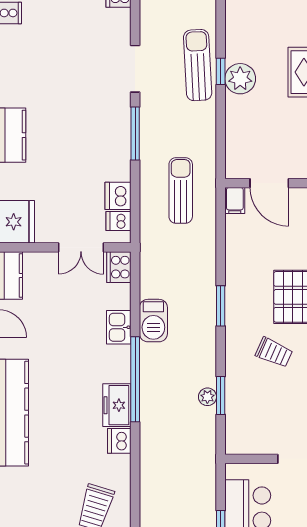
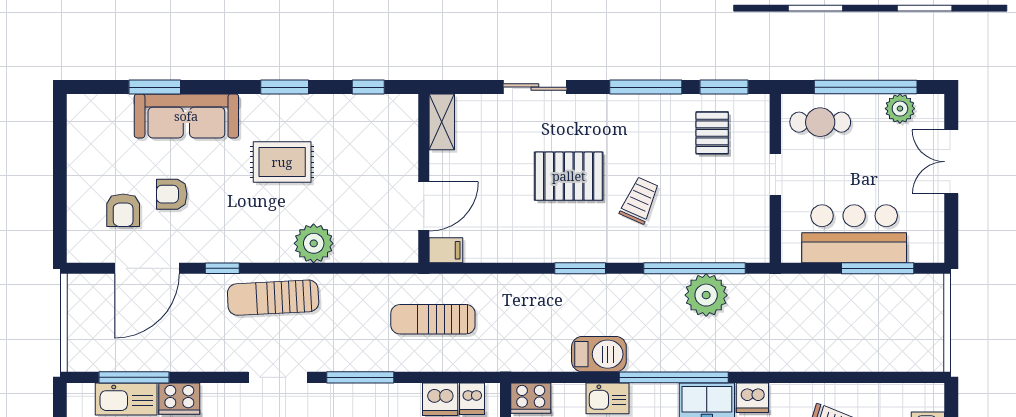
window: (221, 71) -> (222, 268), moved
plant: (240, 79) -> (314, 243), moved
window: (221, 396) -> (695, 268), width x2.11
plant: (207, 397) -> (706, 295), width x1.88, depth x1.88

